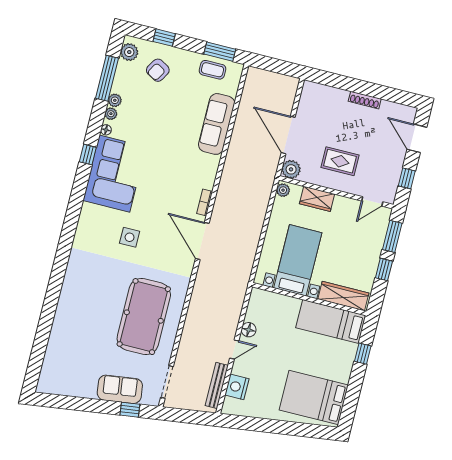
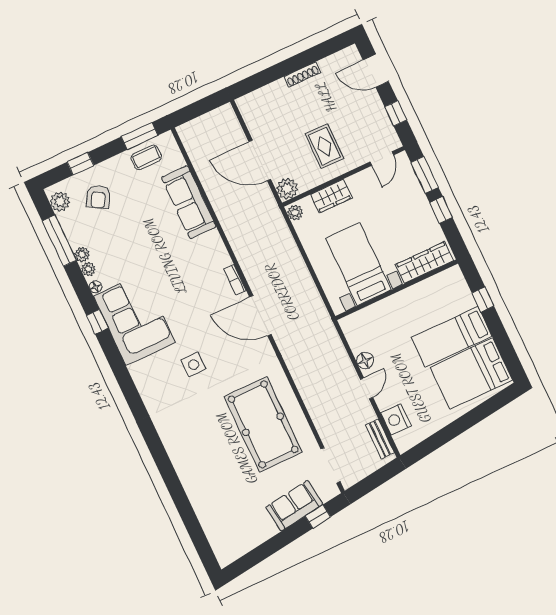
rug: (340, 161) -> (324, 146), turned 90
bed: (331, 321) -> (452, 337), moved
bench: (217, 385) -> (380, 439), width x0.73

